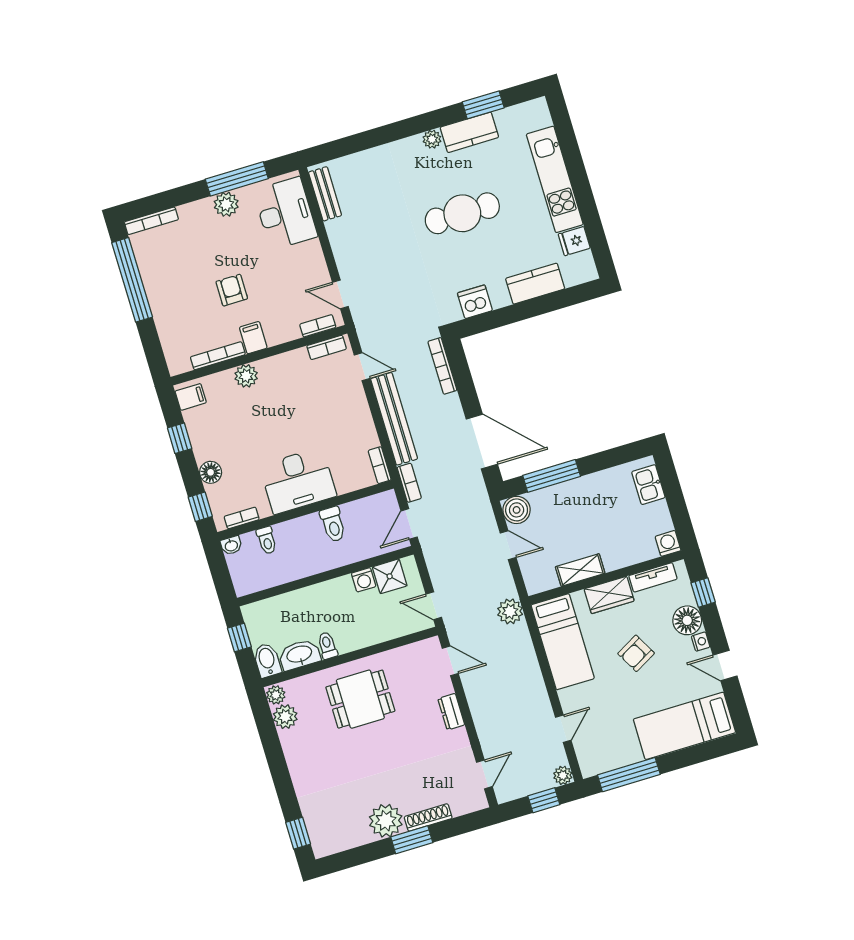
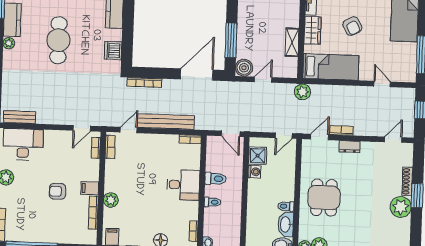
desk: (298, 481) -> (183, 185), width x0.73
bookcase: (409, 483) -> (341, 130), moved
toilet: (267, 540) -> (212, 202), moved
door: (484, 774) -> (393, 140), hinge flipped
plant: (563, 775) -> (409, 94), removed

